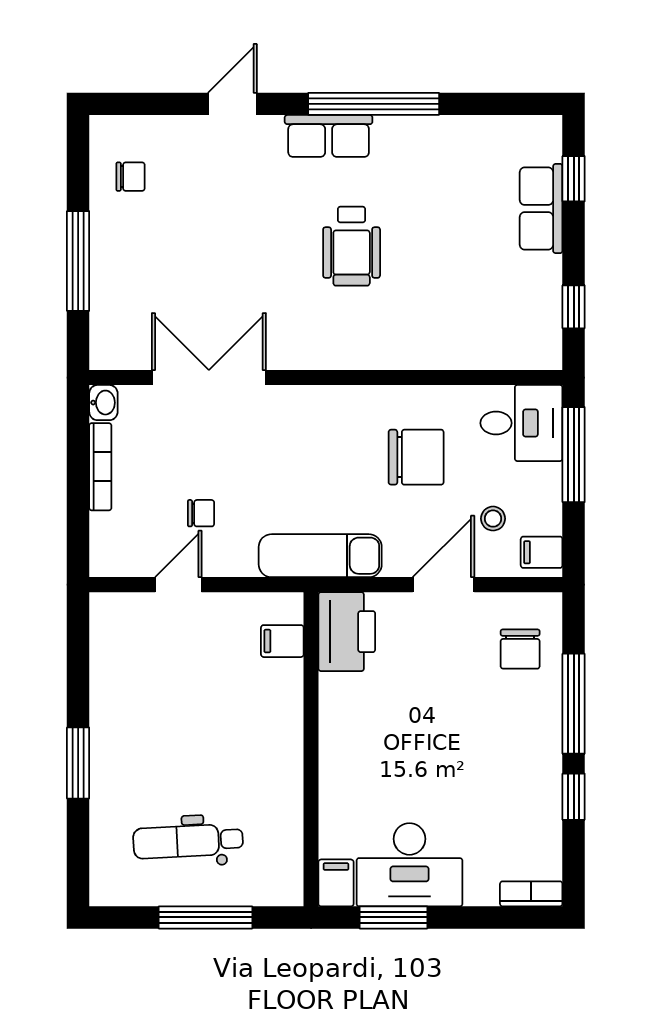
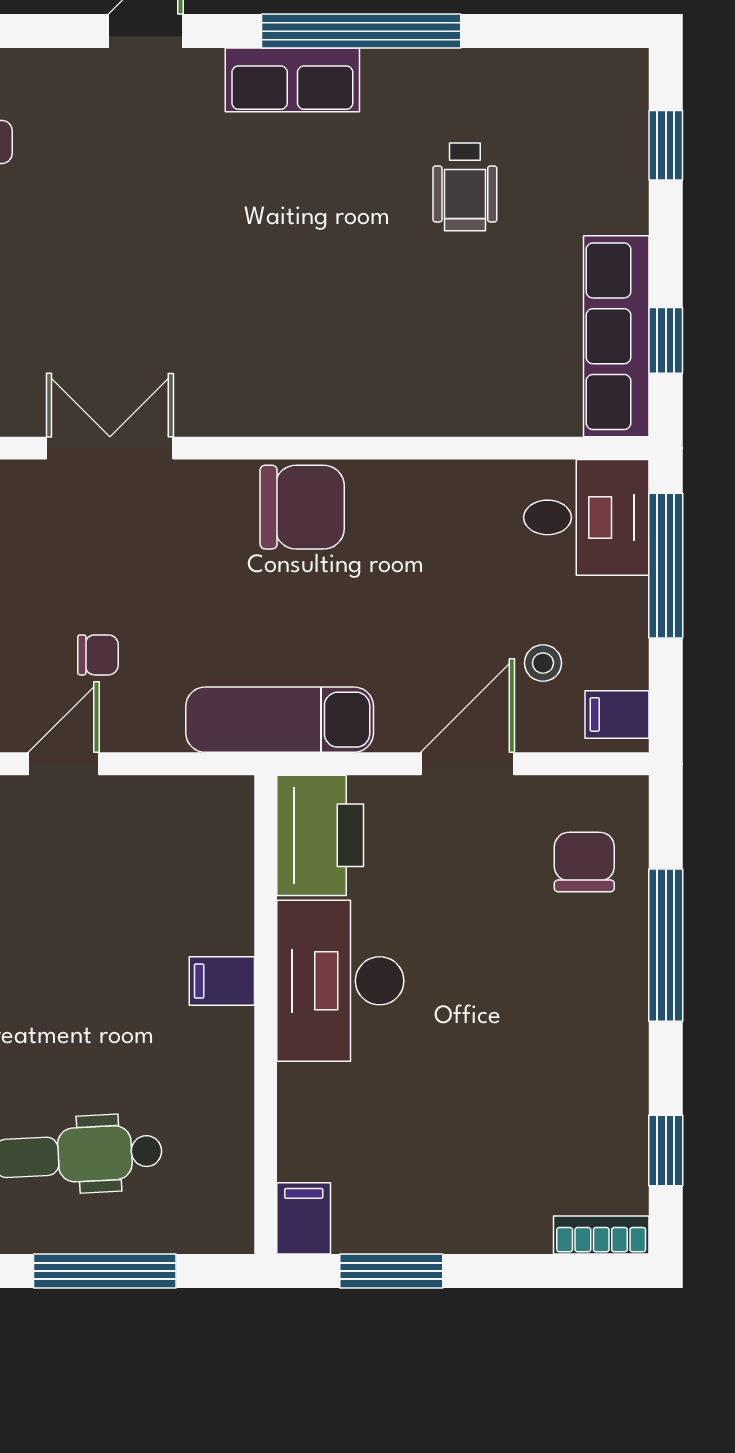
row of seats: (541, 209) -> (616, 336), moved, width x1.48
wheelchair: (352, 246) -> (465, 187), moved, width x0.73, depth x0.73
double door: (209, 378) -> (110, 448), width x0.73
chair: (416, 457) -> (302, 507), moved
filing cabinet: (282, 641) -> (222, 981), moved
chair: (520, 649) -> (584, 862), turned 180
window: (574, 797) -> (666, 1151), moved
desk: (409, 865) -> (340, 981), moved, turned 90

